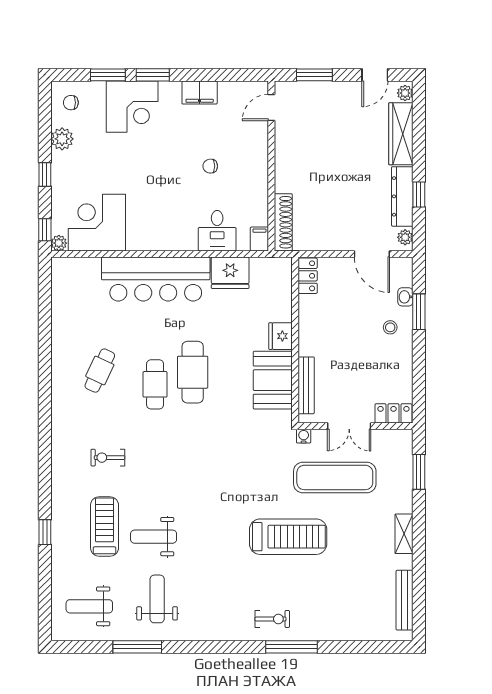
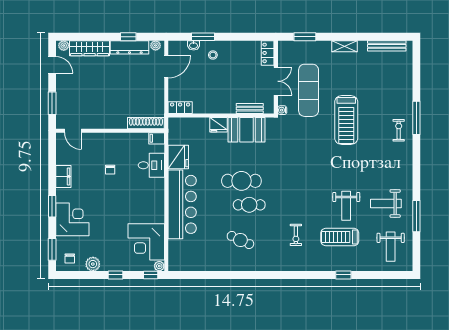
window: (108, 75) -> (52, 249), moved
bench: (306, 385) -> (250, 109), width x0.73
treadmill: (288, 537) -> (346, 120), turned 180

